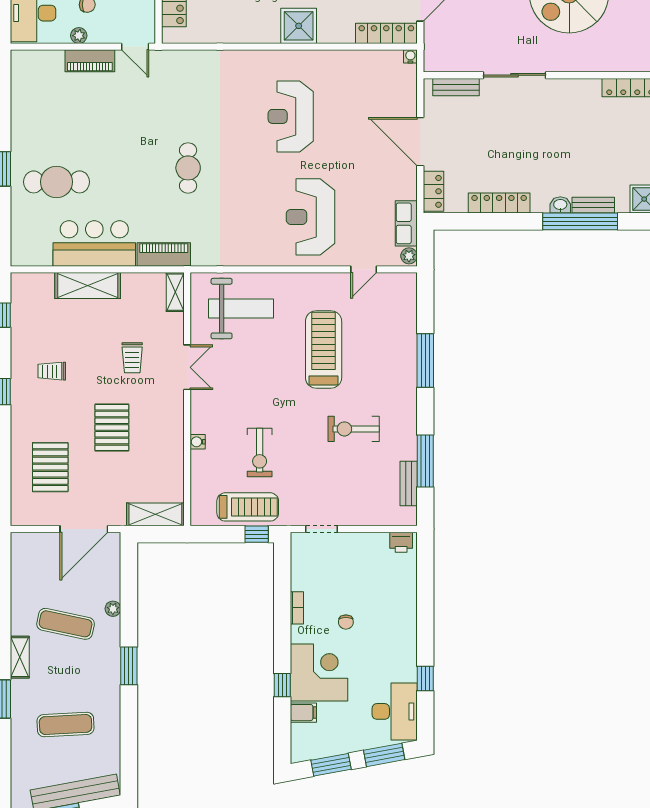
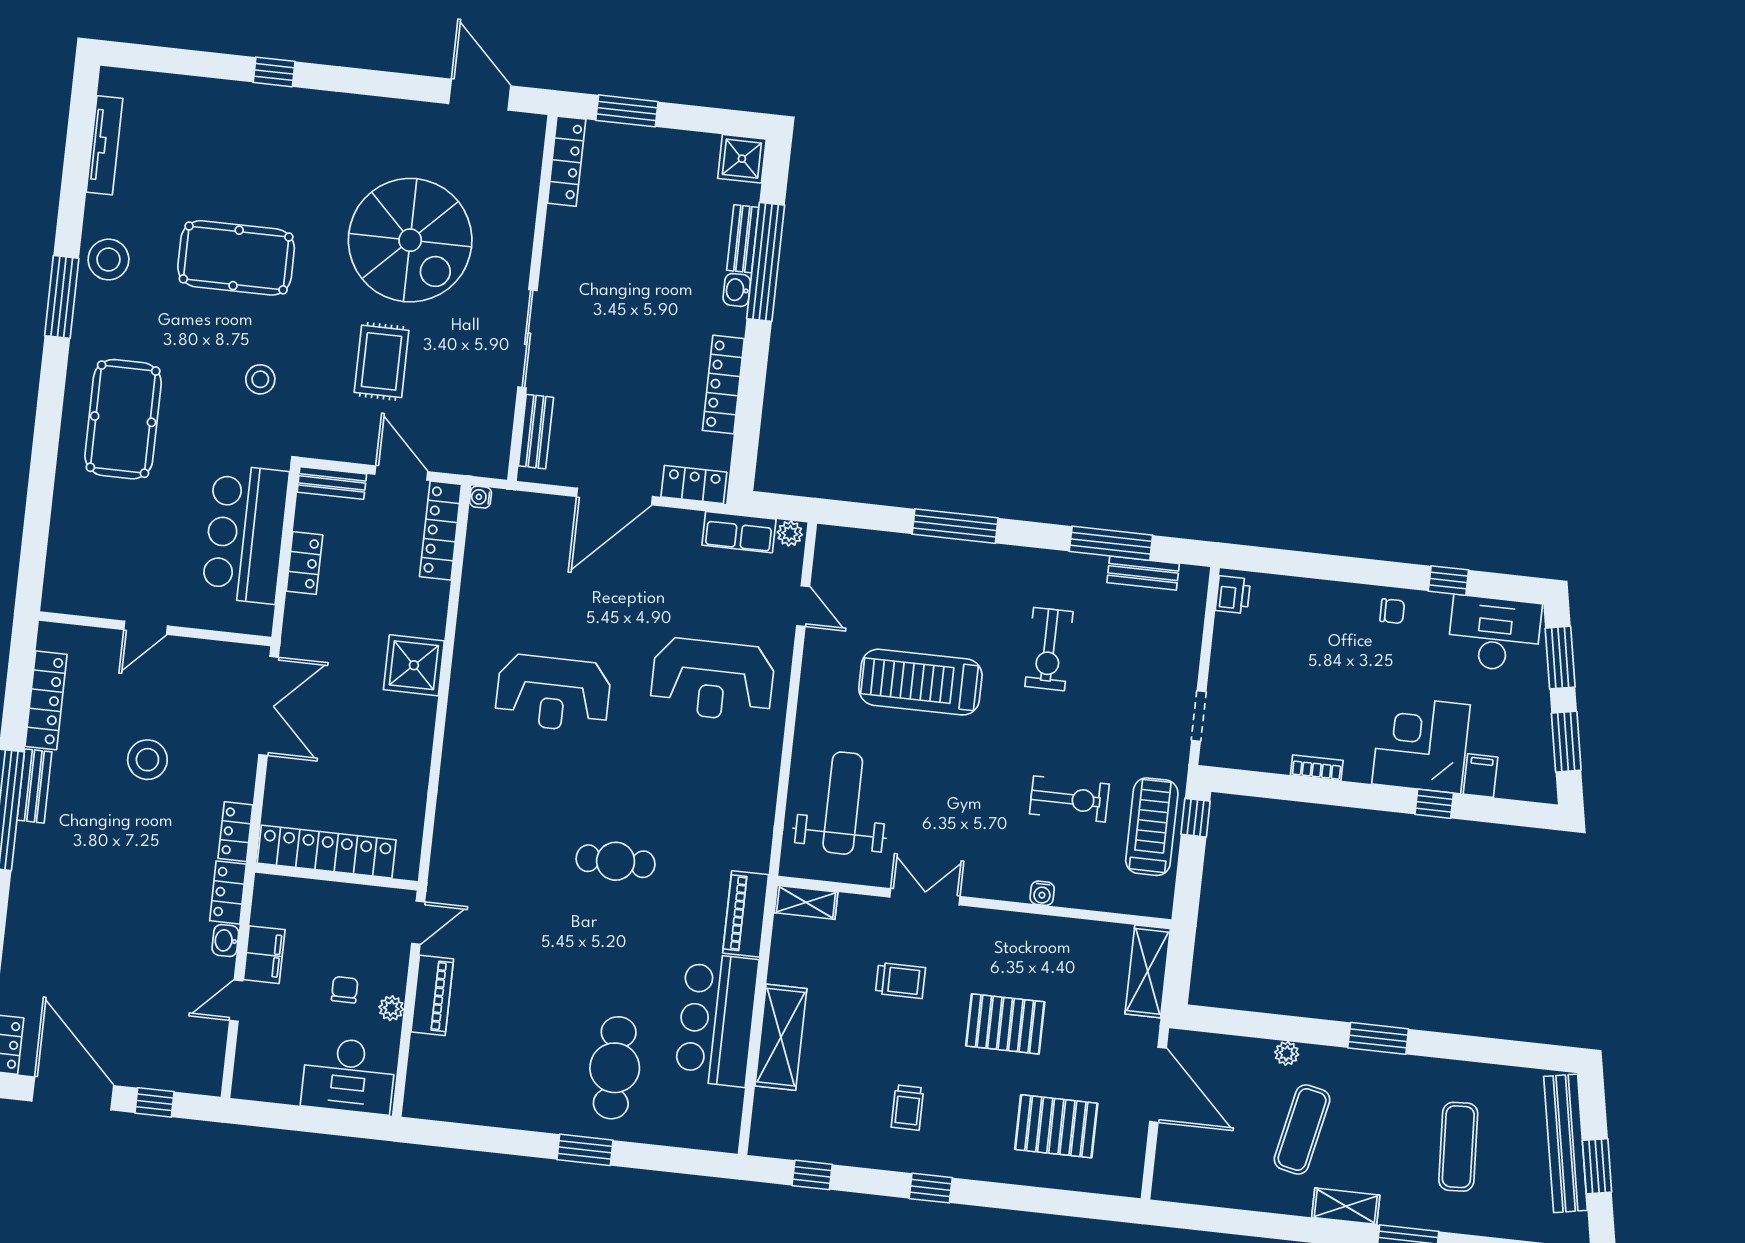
chair: (346, 622) -> (1392, 611), moved

